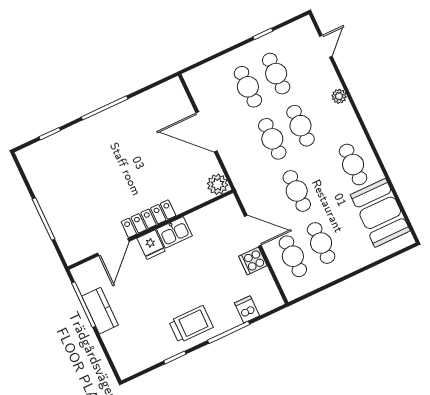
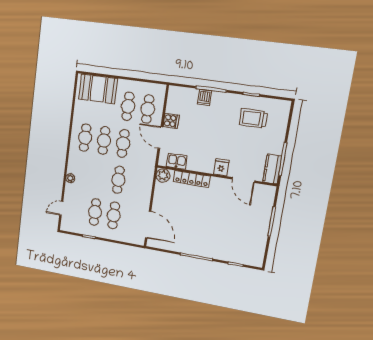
cafe table: (300, 126) -> (104, 141), moved
door: (207, 132) -> (148, 225), moved
booth: (380, 213) -> (98, 89), moved, turned 90
locker: (148, 219) -> (192, 179), moved
kitchen sink: (174, 232) -> (177, 161), moved
door: (113, 247) -> (243, 180), swing flipped
dishwasher: (247, 309) -> (205, 97), moved
kitchen counter: (100, 311) -> (272, 169), moved
trolley: (191, 324) -> (253, 118), moved

